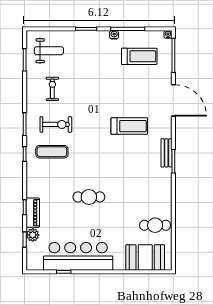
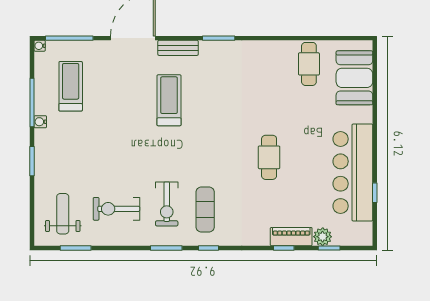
exercise bike: (52, 89) -> (116, 209), width x1.38, depth x1.39
exercise bike: (56, 124) -> (167, 204), turned 180
bench: (166, 153) -> (178, 48), moved

